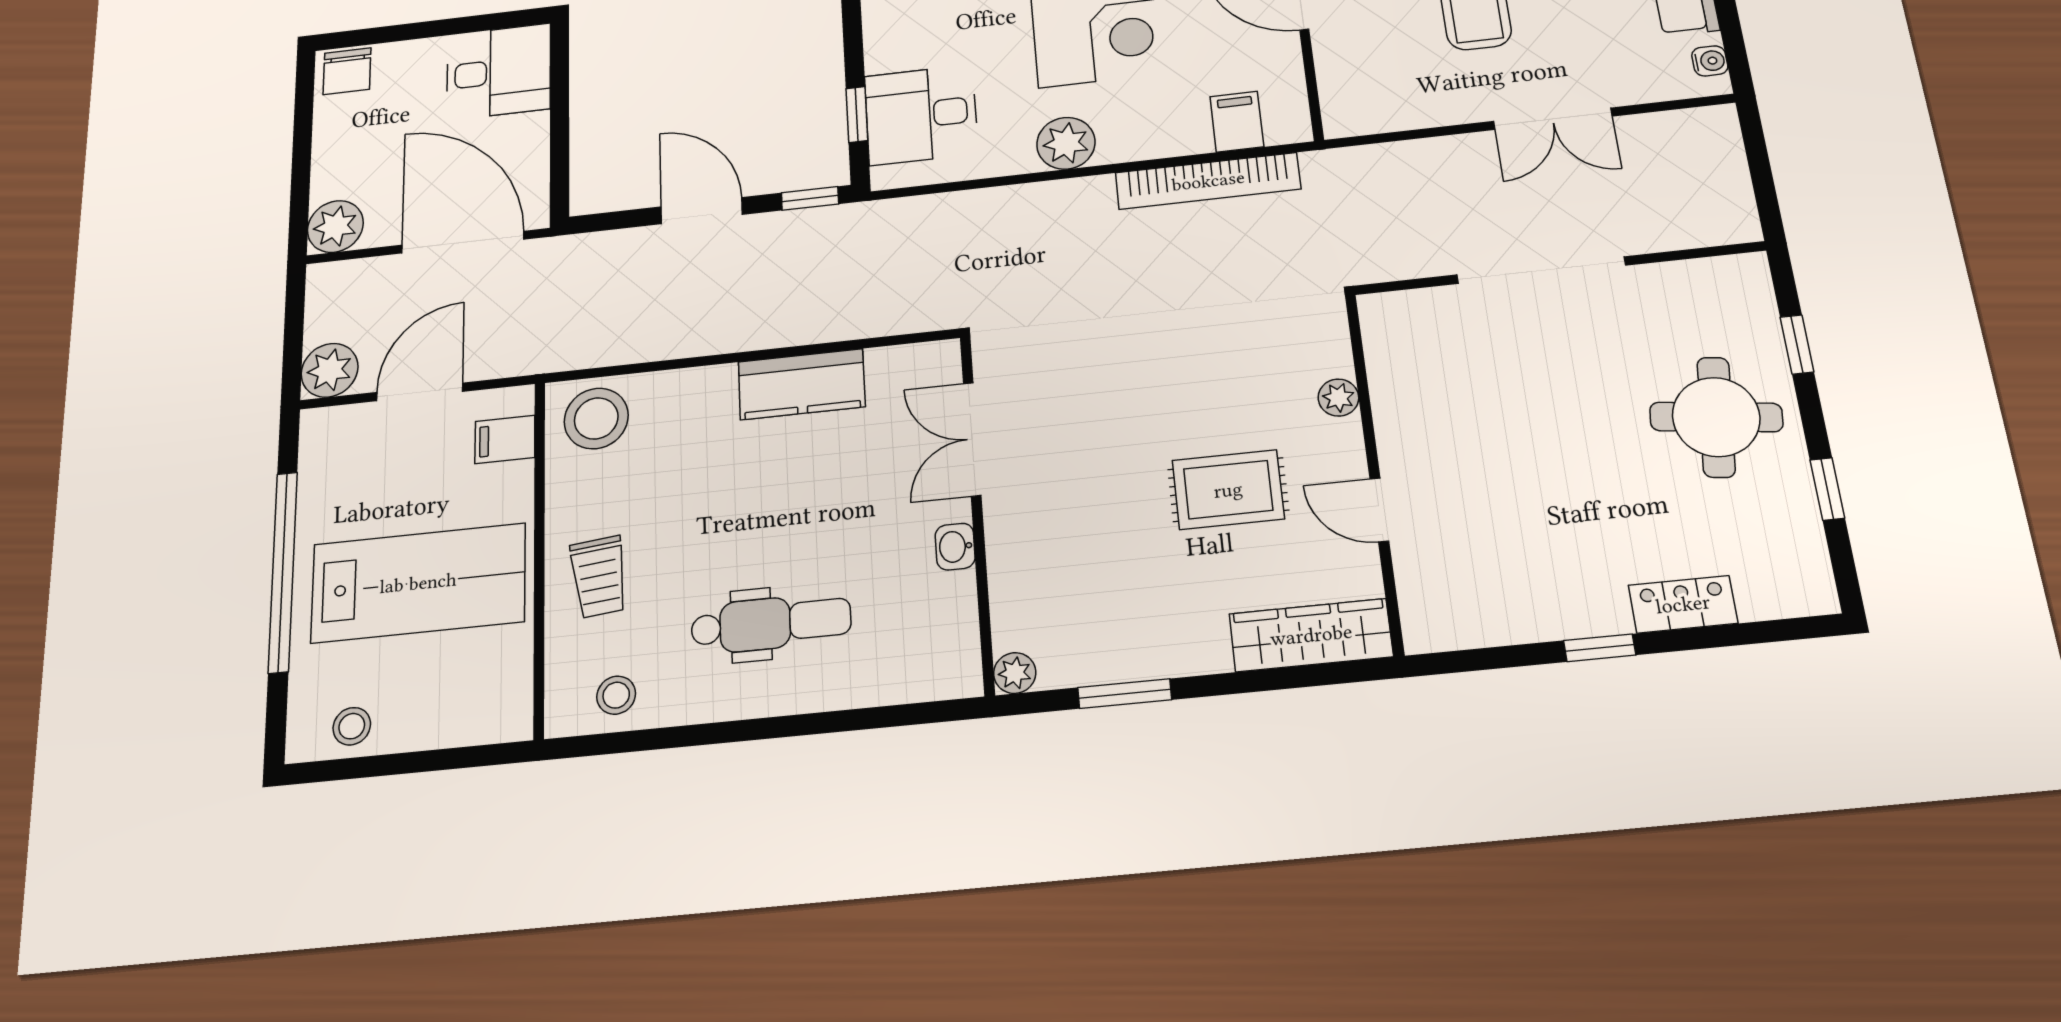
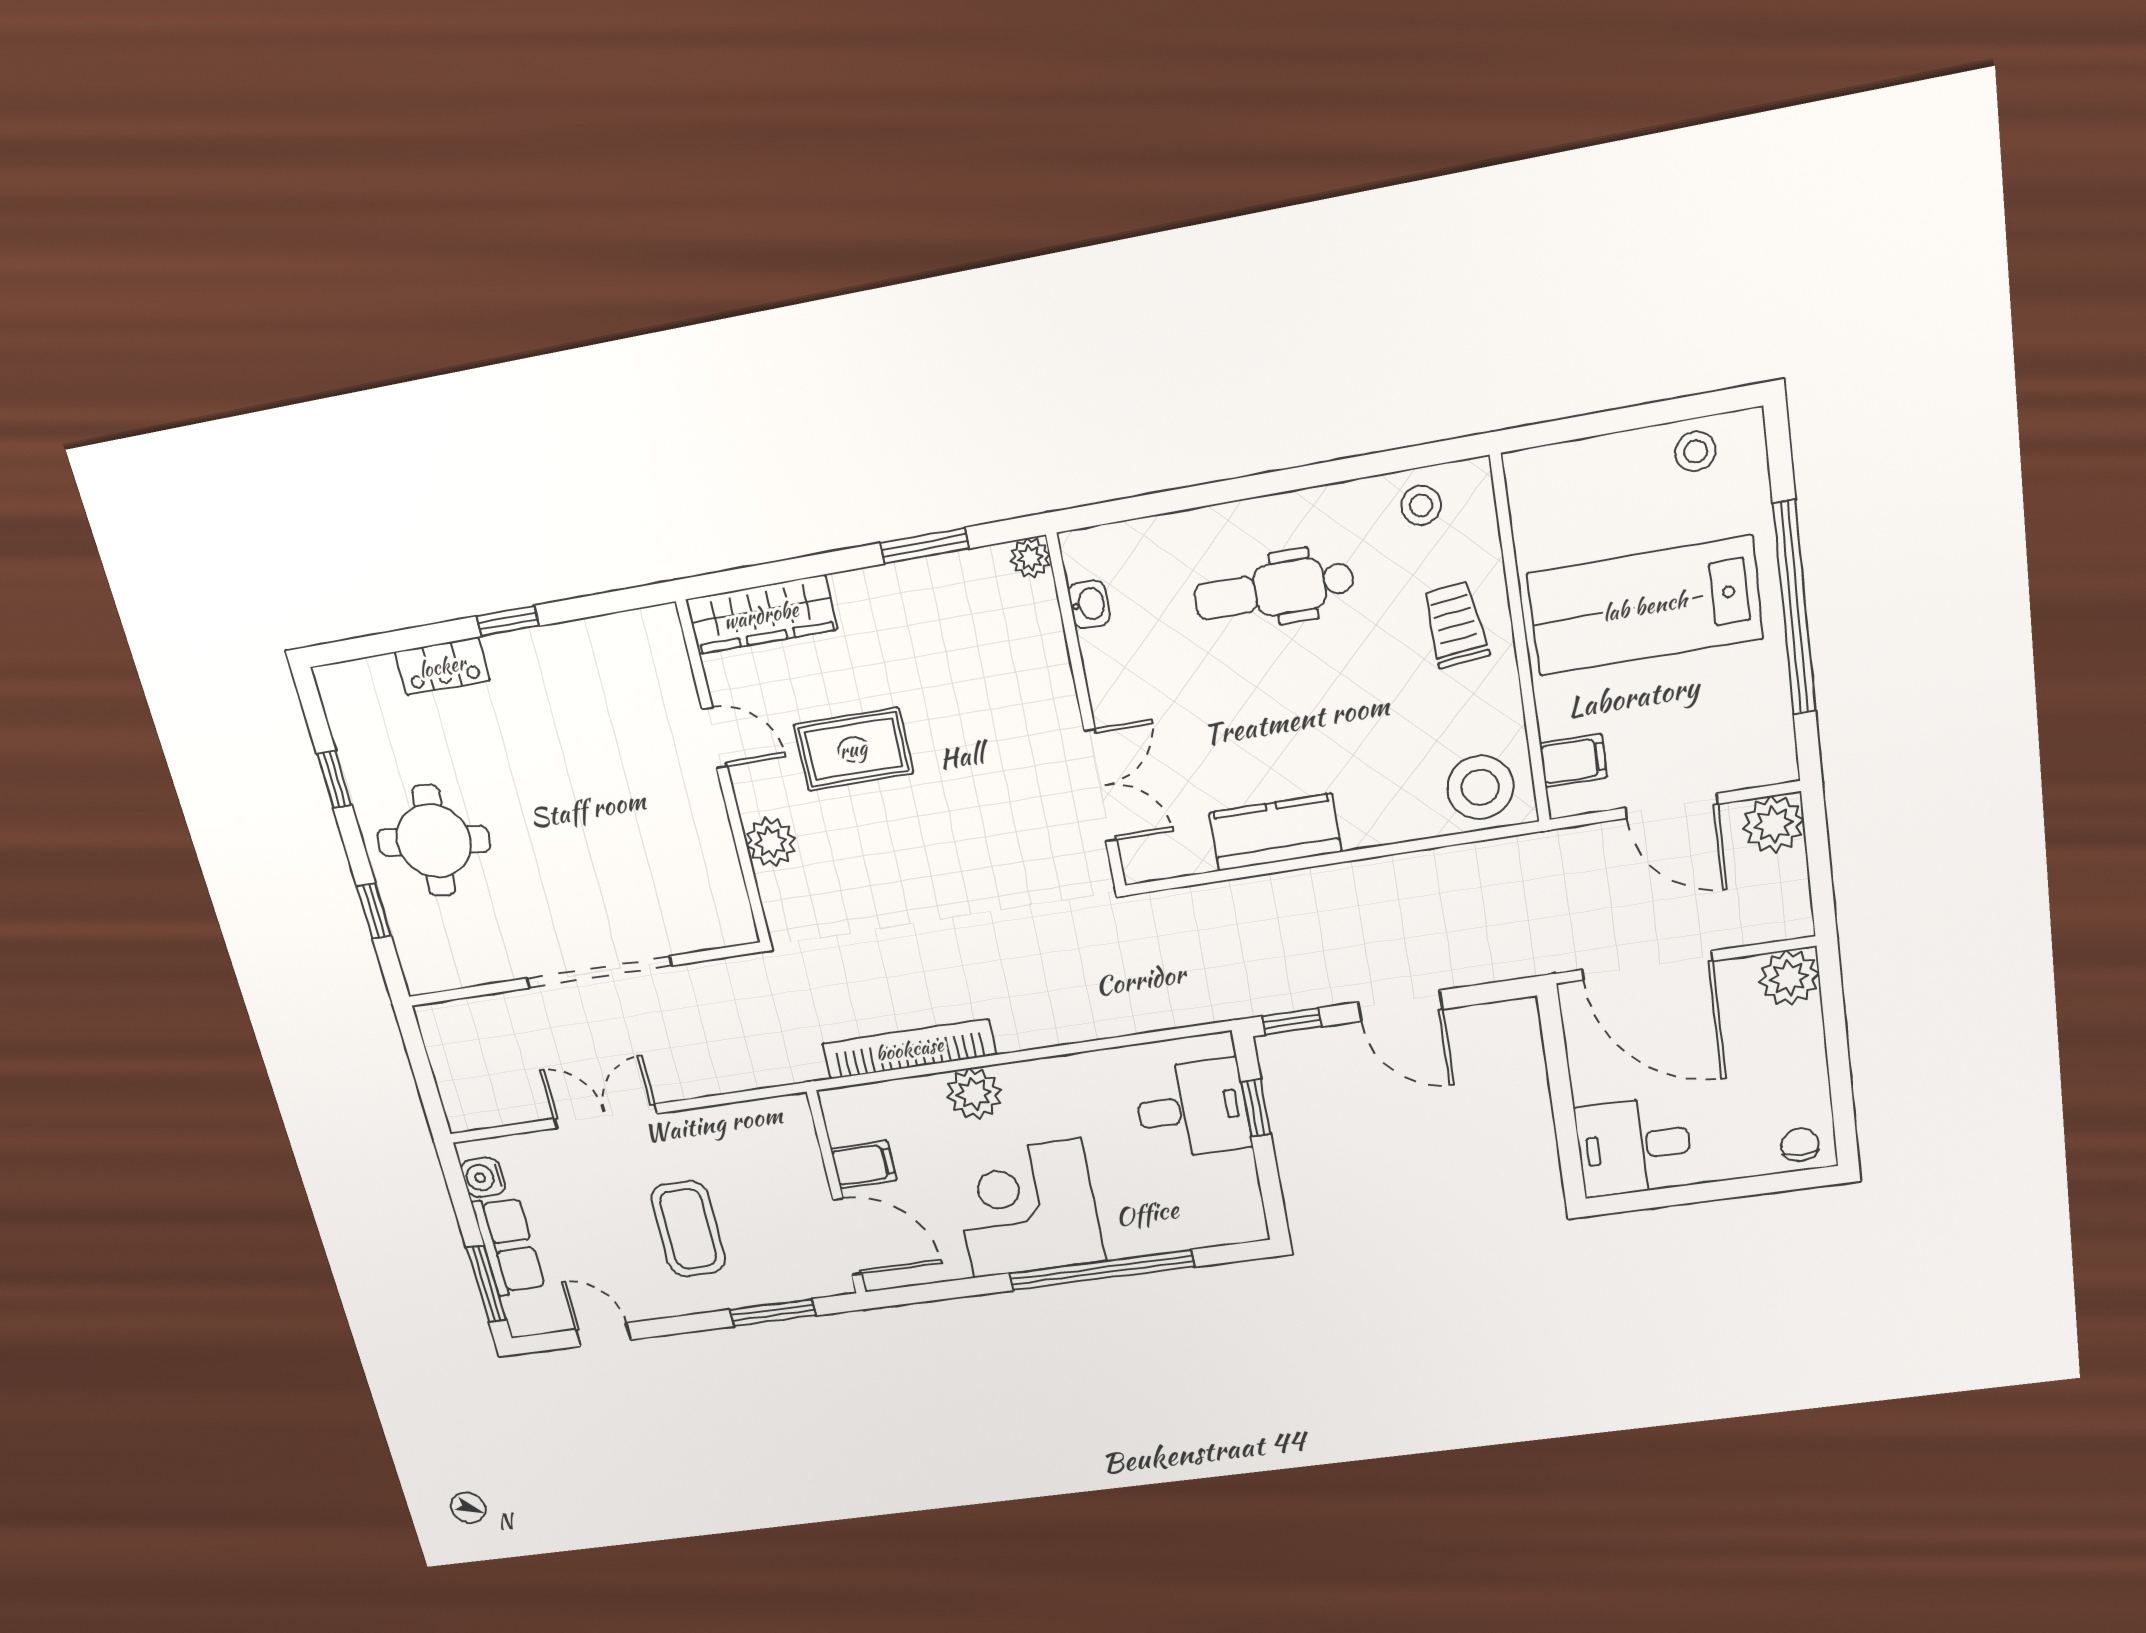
water cooler: (1710, 61) -> (483, 1177), width x1.38, depth x1.38
chair: (347, 71) -> (1800, 1145), width x0.73, depth x0.73
filing cabinet: (1237, 122) -> (864, 1164), moved, turned -90
plant: (1066, 143) -> (974, 1094), moved
door: (420, 392) -> (1672, 806), hinge flipped
plant: (1338, 398) -> (771, 842), width x1.38, depth x1.38
washbasin: (955, 547) -> (1089, 604), moved

